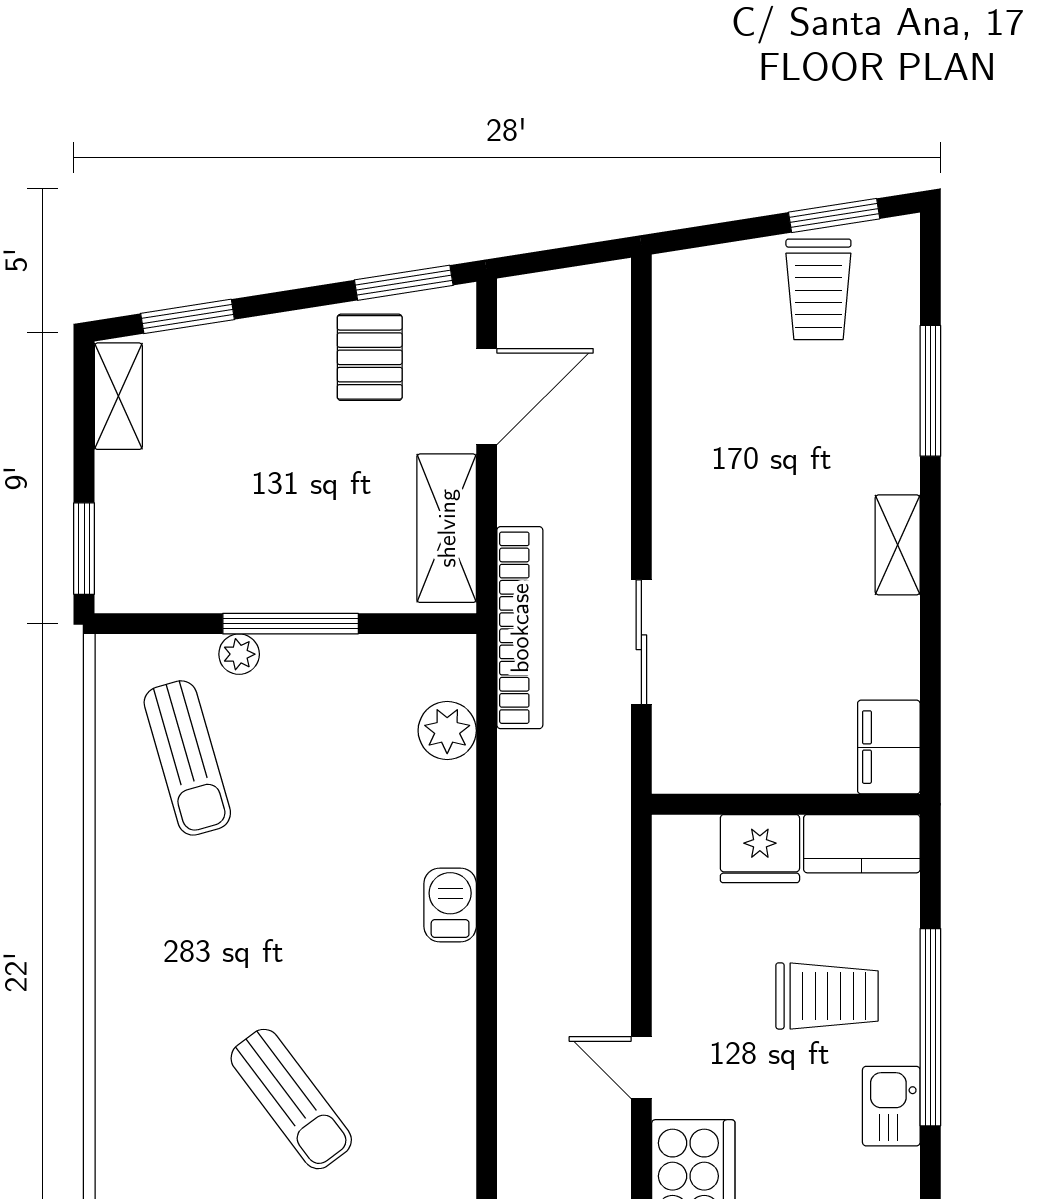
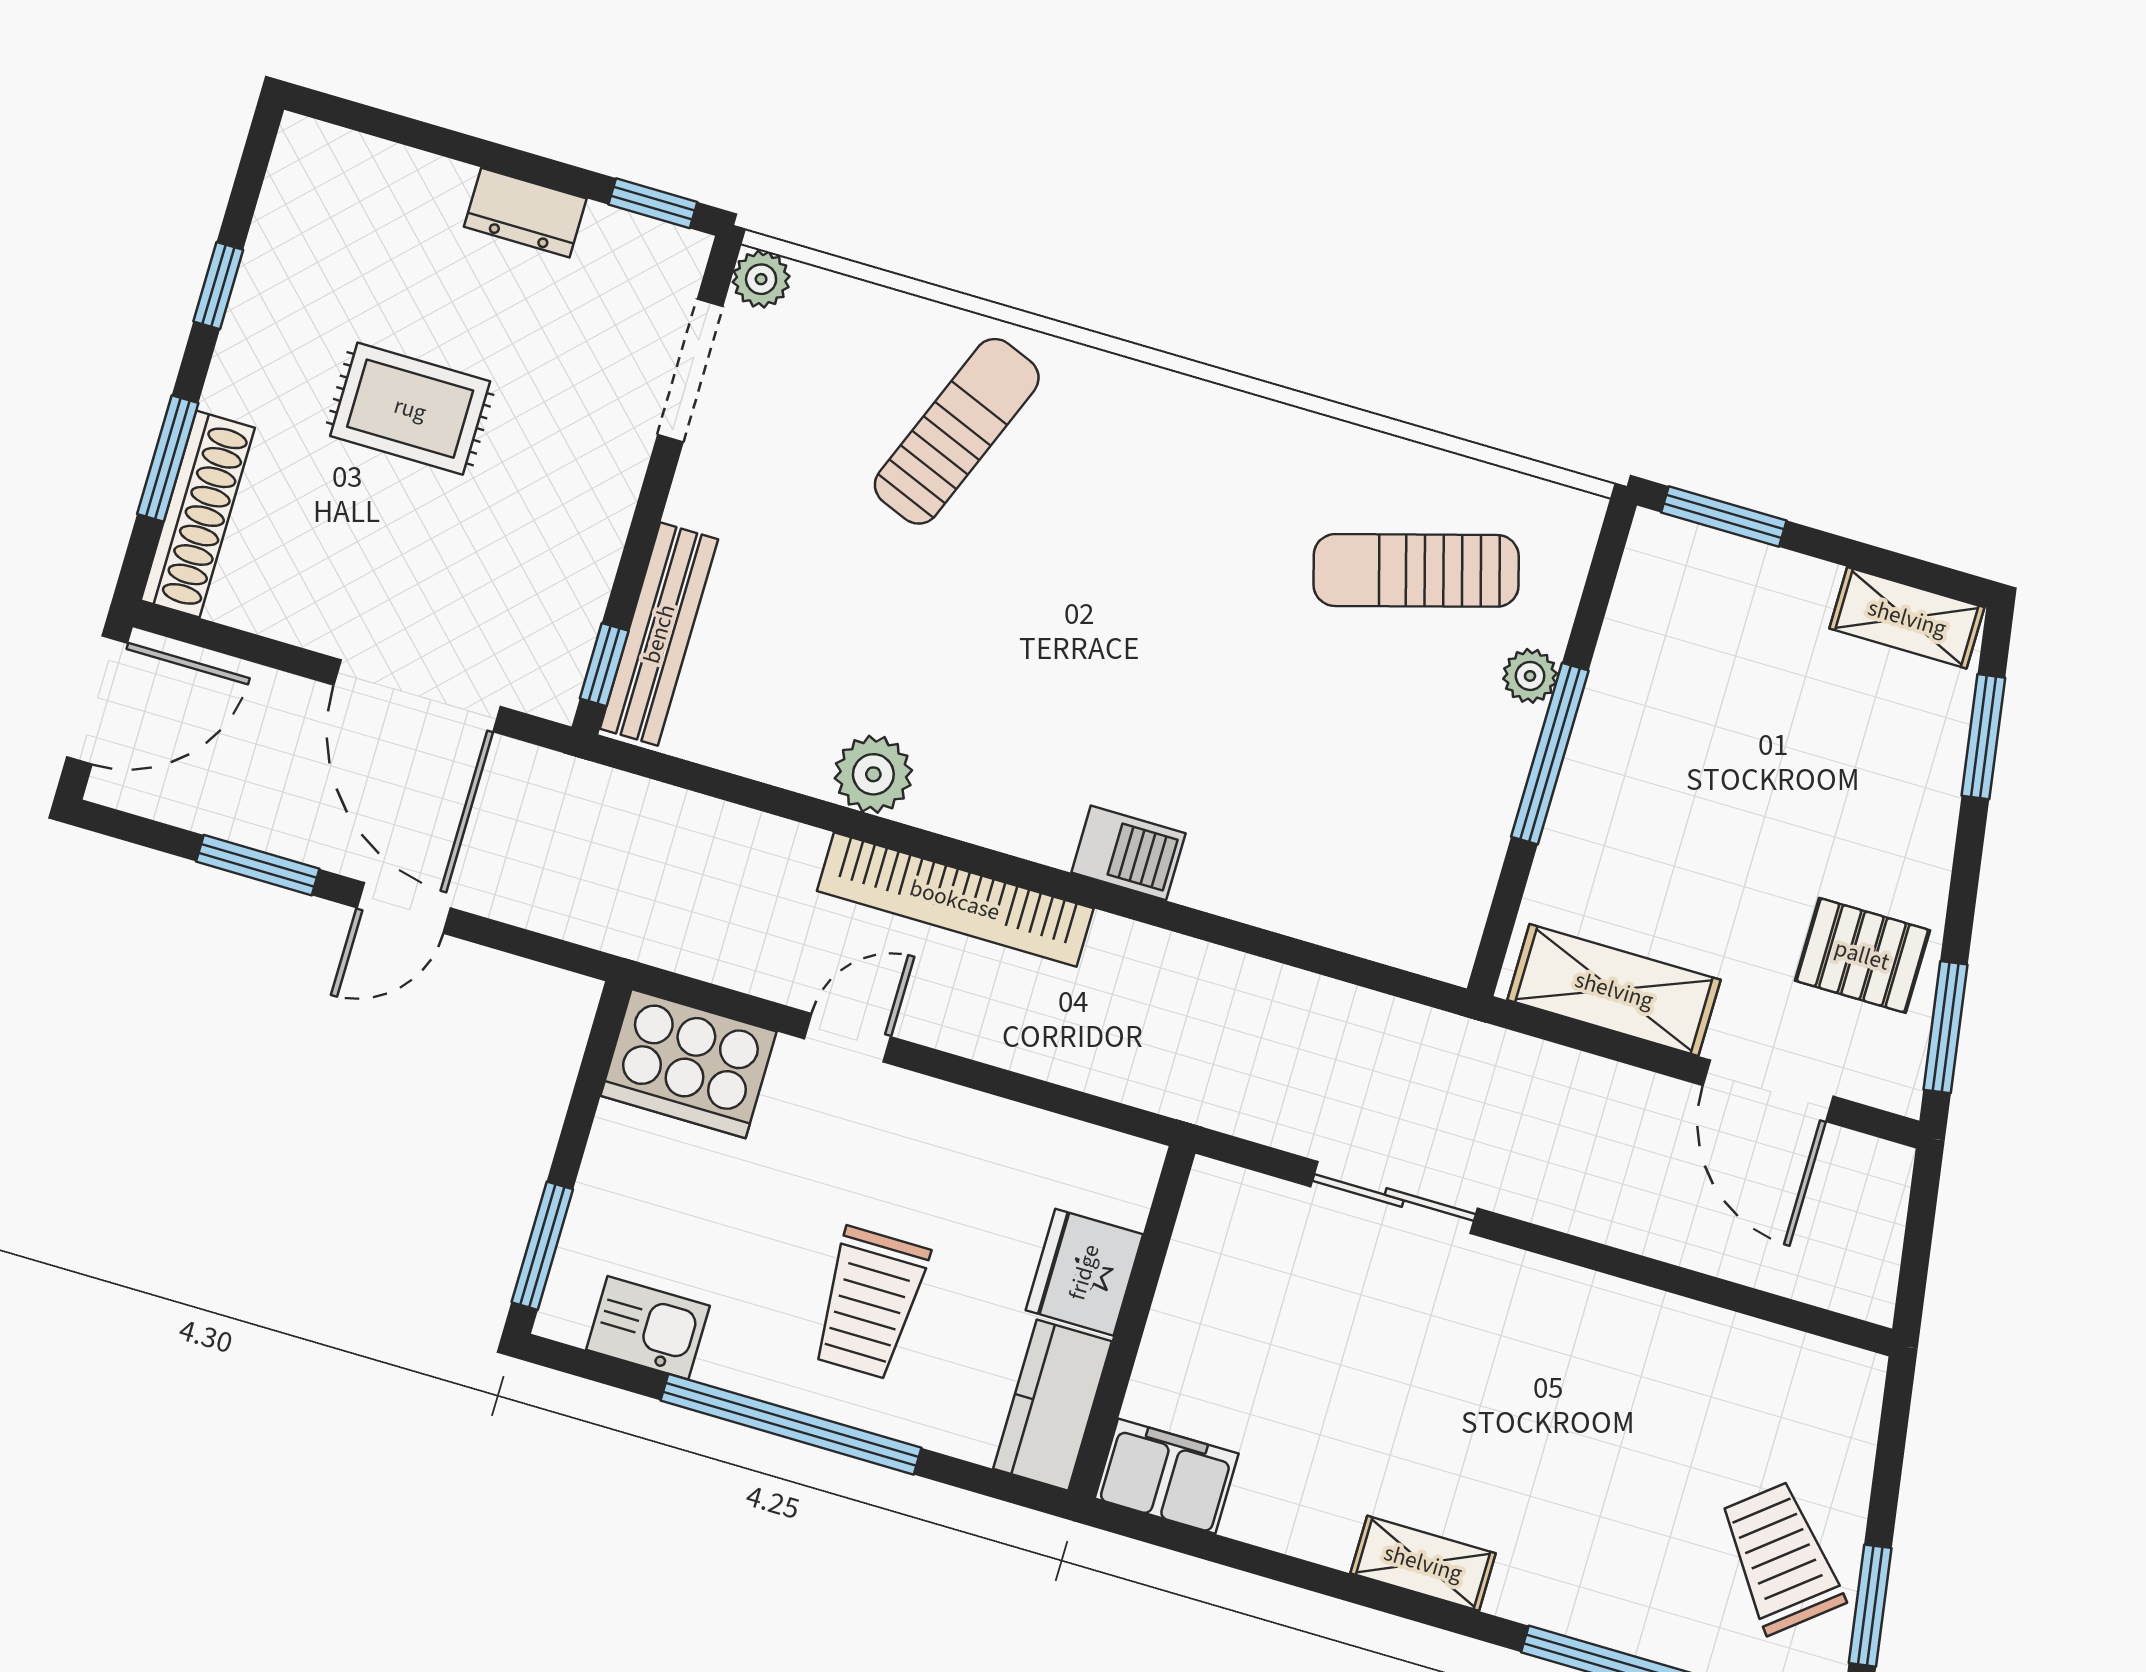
trolley: (818, 289) -> (1781, 1558), turned 51
bookcase: (520, 628) -> (955, 900), moved
plant: (447, 731) -> (873, 774), moved
sun lounger: (291, 1099) -> (957, 431), moved, turned 149
kitchen sink: (891, 1106) -> (648, 1328), moved

